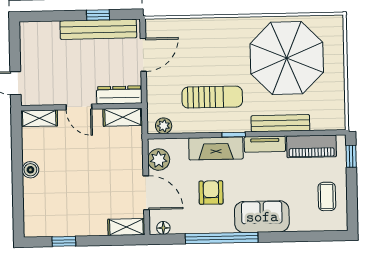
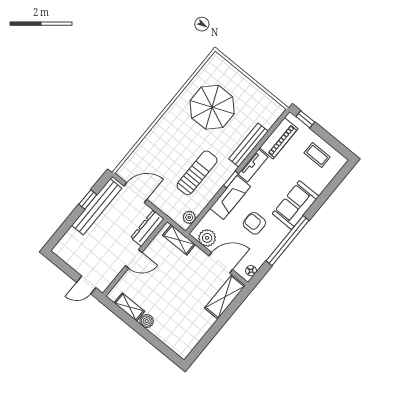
door: (143, 55) -> (136, 193), hinge flipped
parasol: (287, 58) -> (212, 107), width x0.73, depth x0.73
shelving: (123, 117) -> (179, 240), moved, turned 90
shelving: (39, 118) -> (129, 307), moved, turned 90
shelving: (126, 227) -> (225, 297), width x1.50, depth x1.33
window: (64, 241) -> (207, 338), removed

